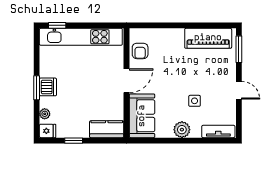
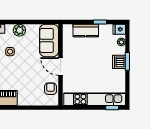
door: (127, 81) -> (61, 67), hinge flipped
kitchen counter: (107, 129) -> (86, 30), moved

